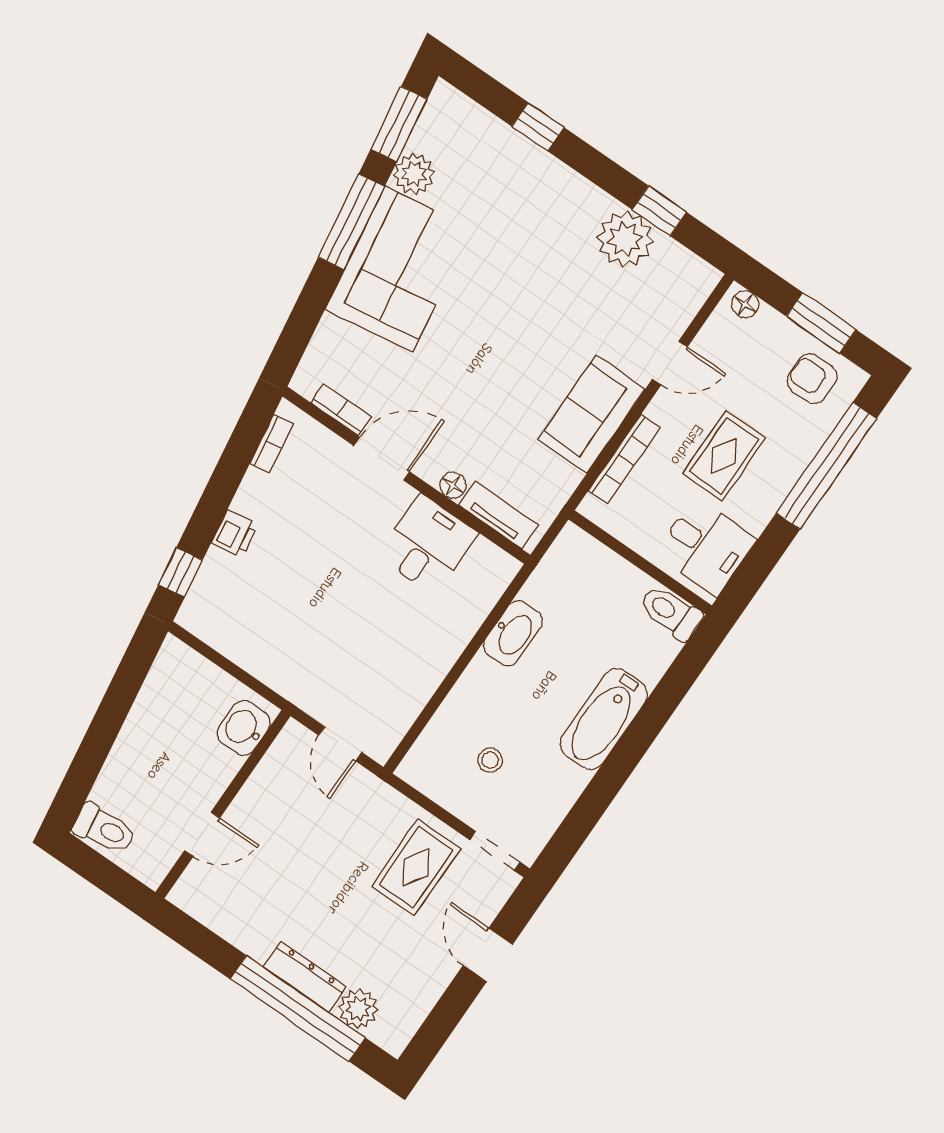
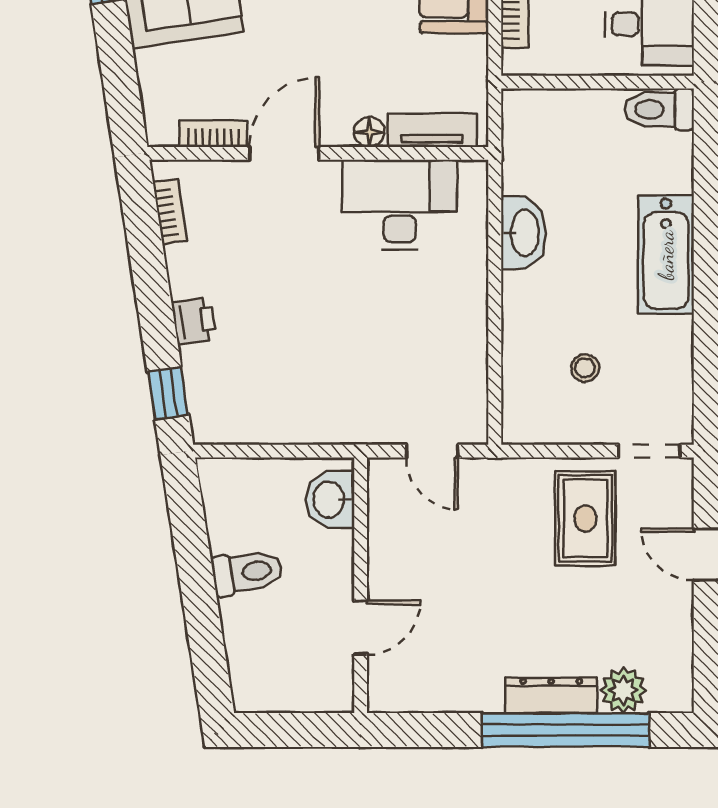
desk: (428, 544) -> (400, 205), width x1.37
toilet: (105, 829) -> (247, 572), moved

